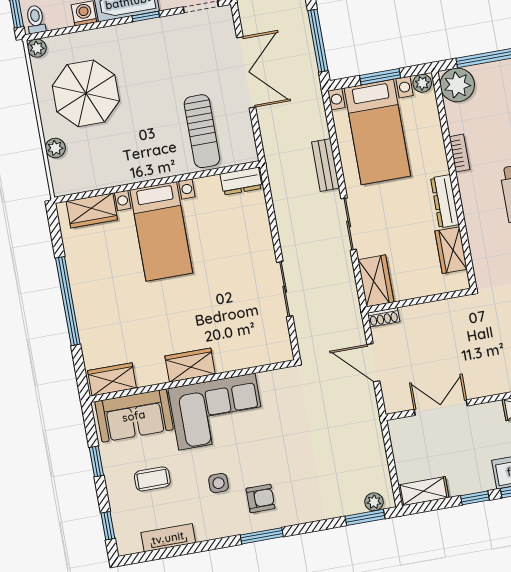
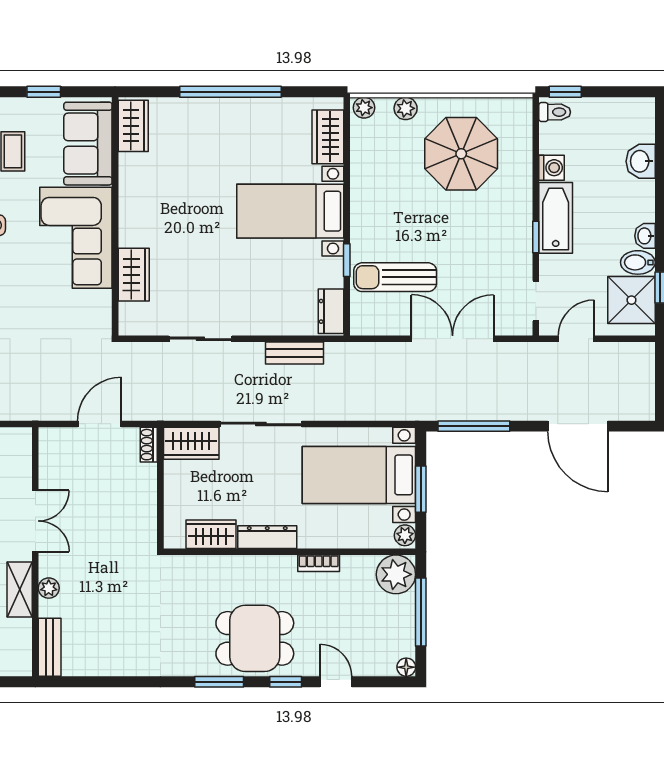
plant: (37, 48) -> (364, 108), moved
double door: (246, 72) -> (453, 339), swing flipped
bench: (326, 165) -> (295, 353), moved
window: (195, 175) -> (347, 260), added
sliding door: (349, 224) -> (261, 424), width x1.37
wardrobe: (190, 365) -> (134, 275), moved
double door: (441, 408) -> (35, 521), moved

